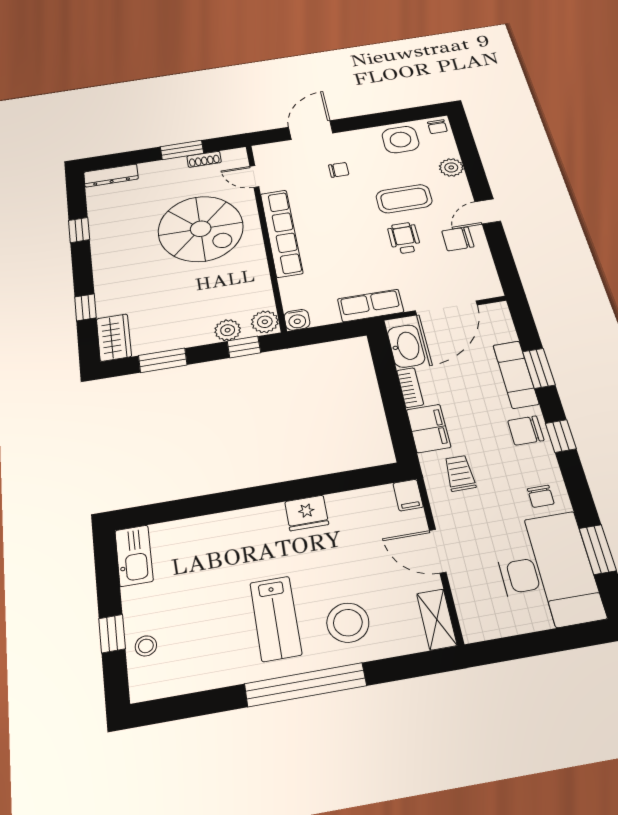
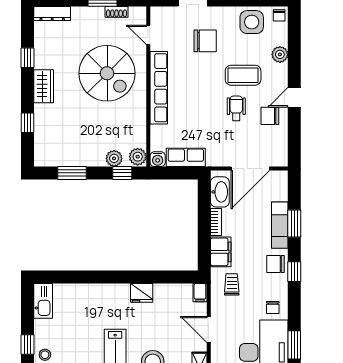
chair: (339, 170) -> (205, 41), width x1.87, depth x1.87
row of seats: (371, 305) -> (186, 157), moved
wardrobe: (114, 338) -> (44, 86), moved

